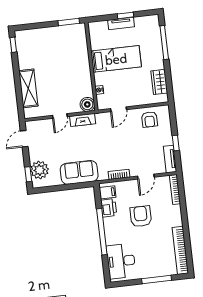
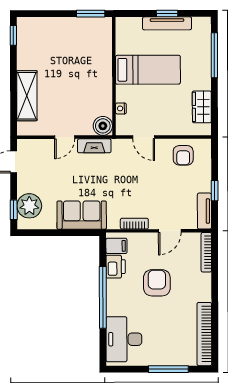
tv unit: (121, 23) -> (167, 23), width x1.41
door: (119, 109) -> (144, 137), hinge flipped

